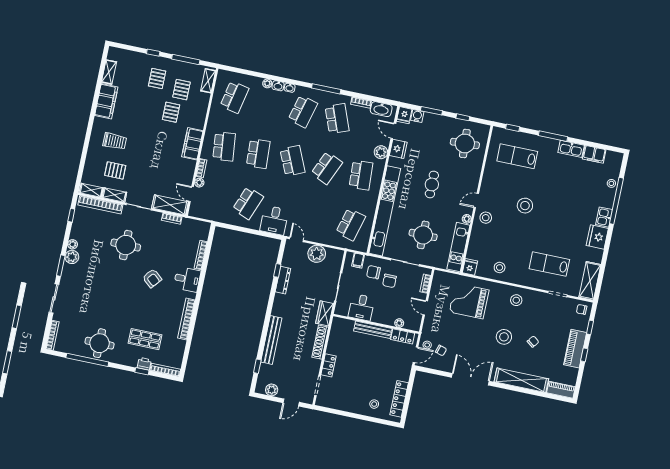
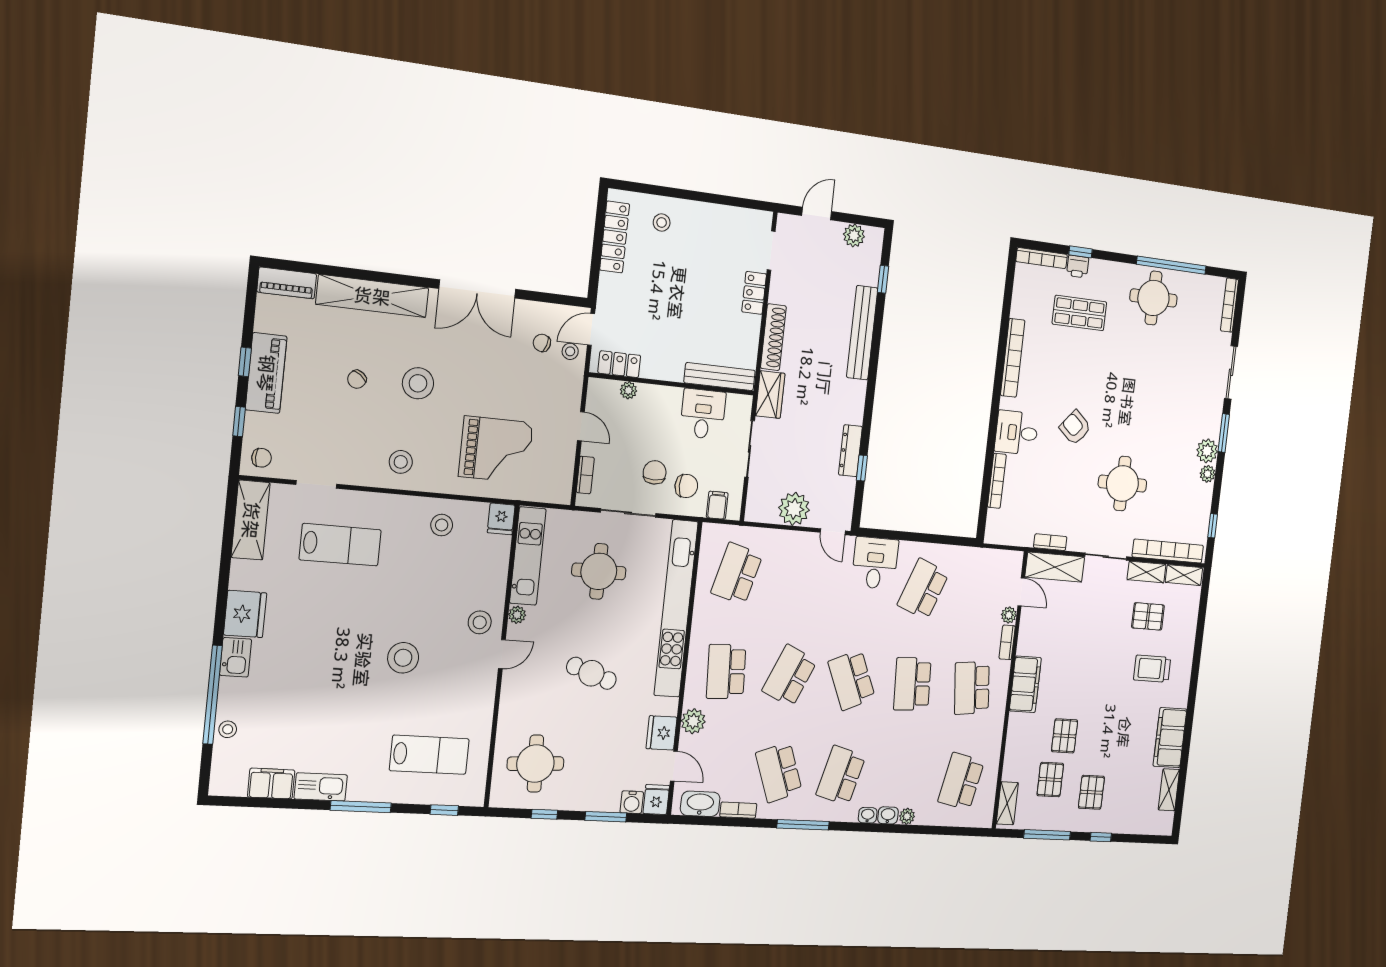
cafe table: (432, 184) -> (591, 673), turned -71
bench: (373, 330) -> (720, 377), moved

